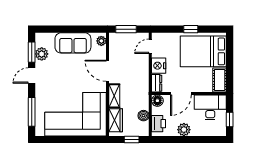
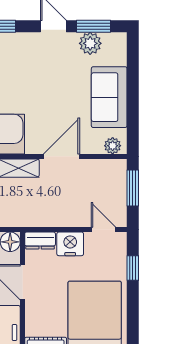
window: (191, 29) -> (133, 268), moved

